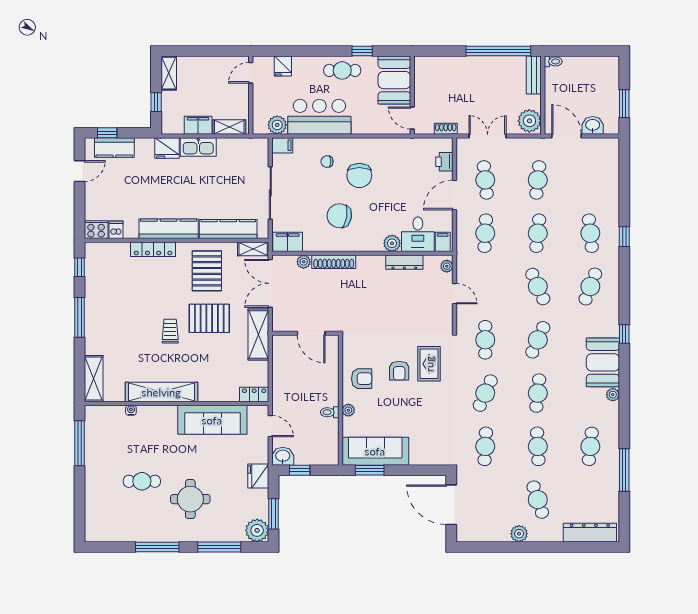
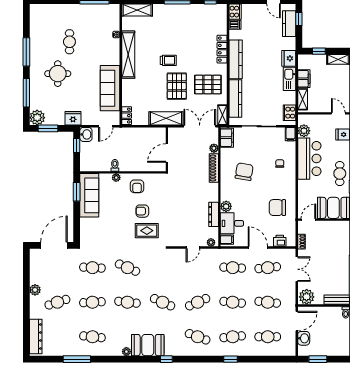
cooker: (250, 147) -> (290, 113), added
chair: (359, 175) -> (277, 208), moved
cafe table: (485, 340) -> (268, 337), moved

